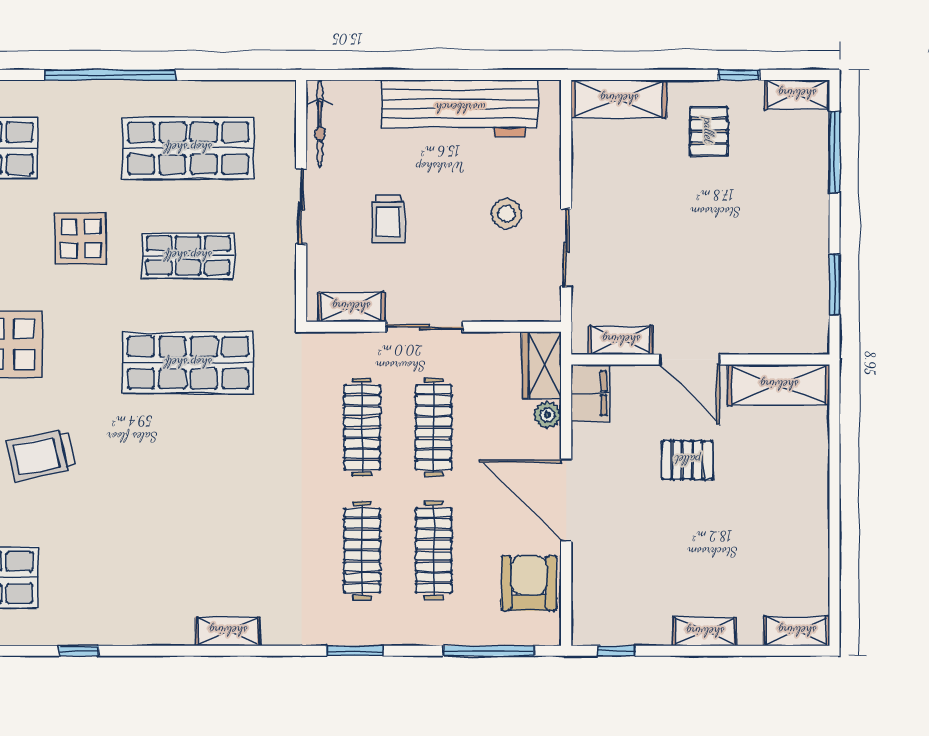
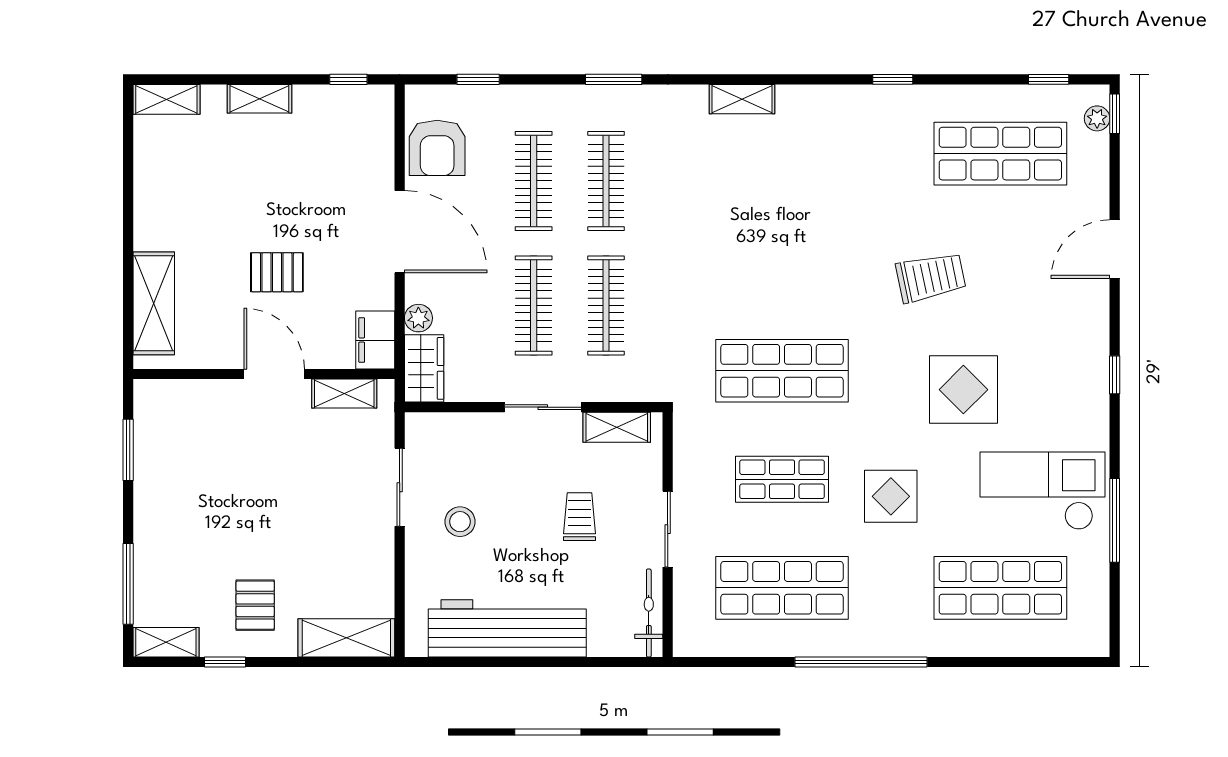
shelving: (779, 385) -> (154, 303), moved, turned 90
window: (489, 651) -> (478, 79), width x0.46

